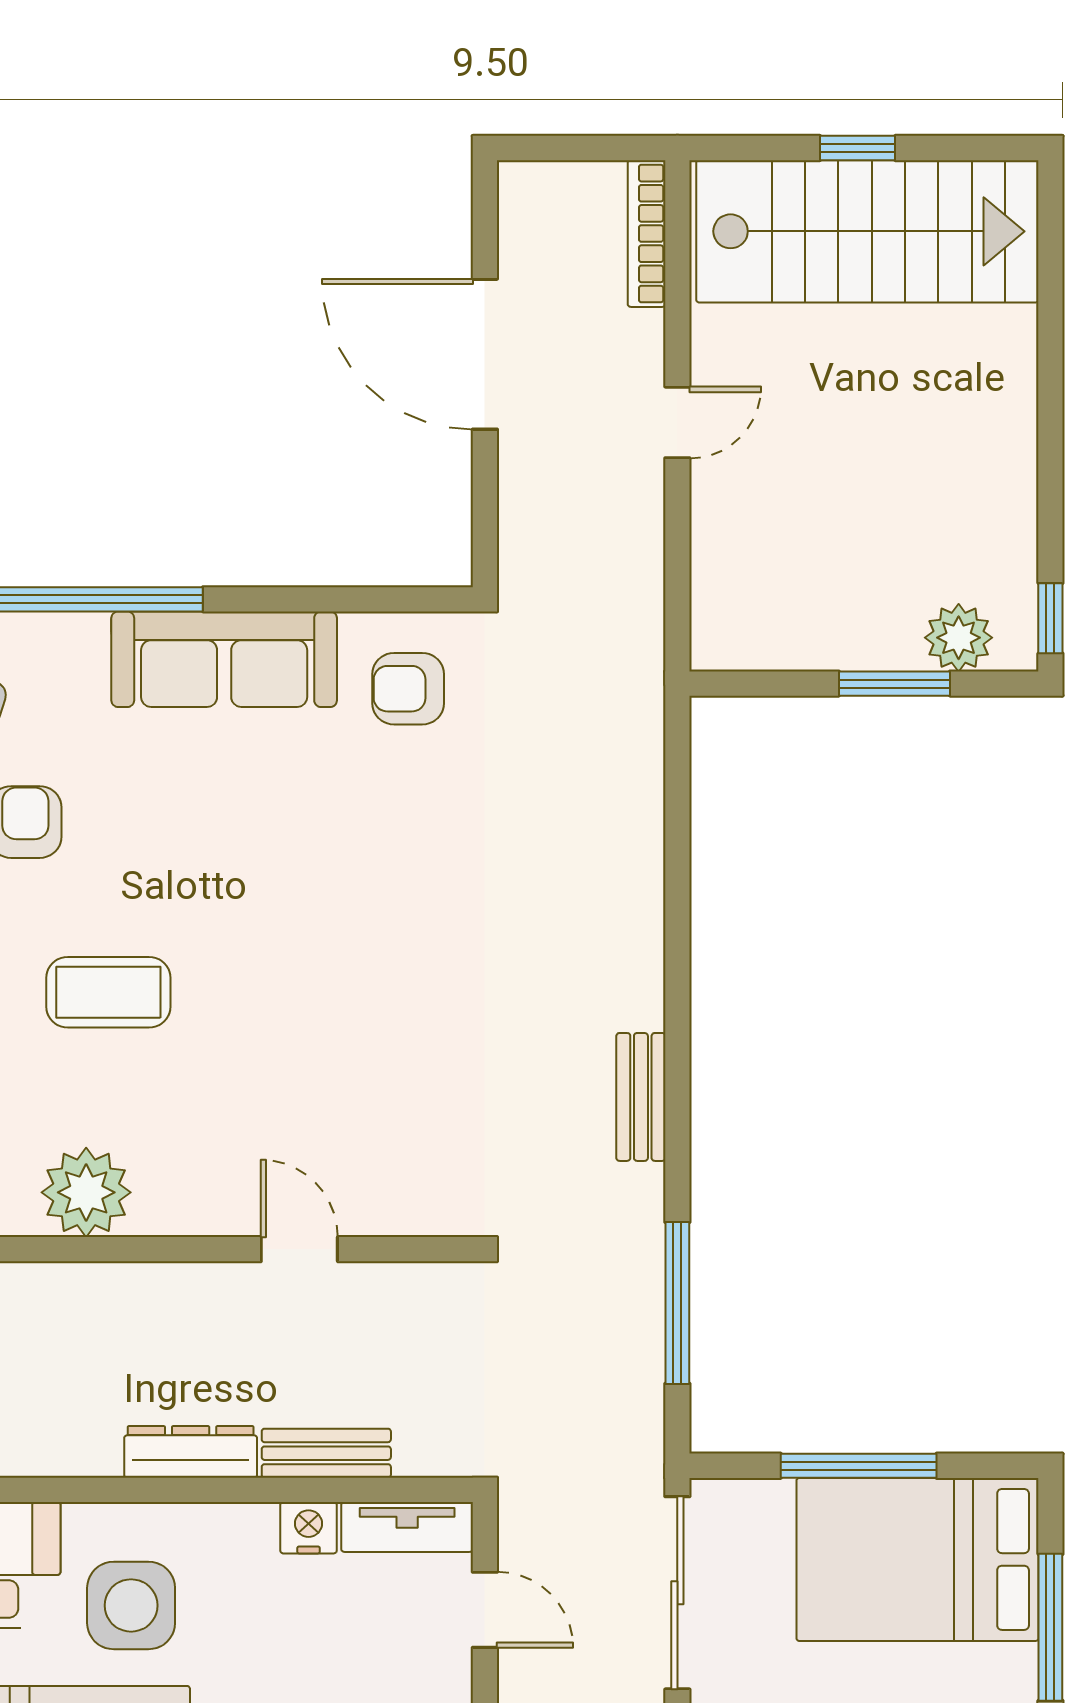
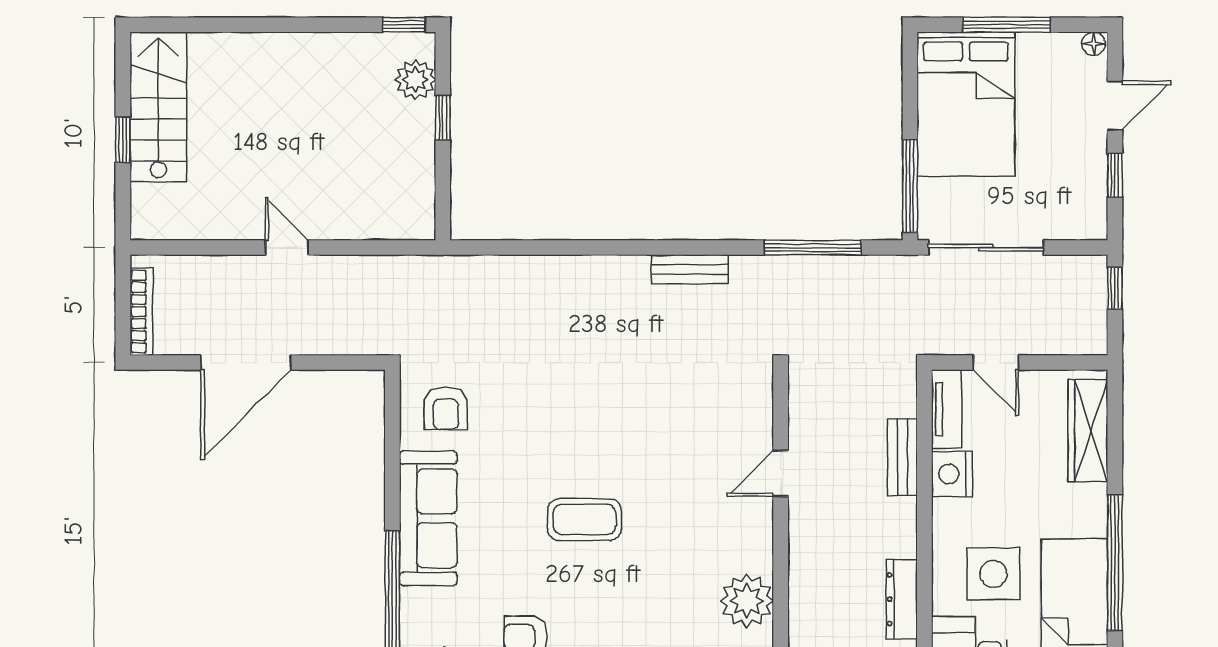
stairs: (867, 231) -> (158, 107), width x0.73, depth x0.66
bookcase: (647, 234) -> (141, 311), moved, turned -90
window: (894, 684) -> (443, 118), width x0.67
coffee table: (108, 992) -> (584, 520), moved, turned 90
dresser: (191, 1452) -> (902, 599), moved
window: (859, 1466) -> (910, 186), moved
nightstand: (309, 1528) -> (952, 474), width x1.36, depth x1.33
door: (485, 1610) -> (996, 363), swing flipped

